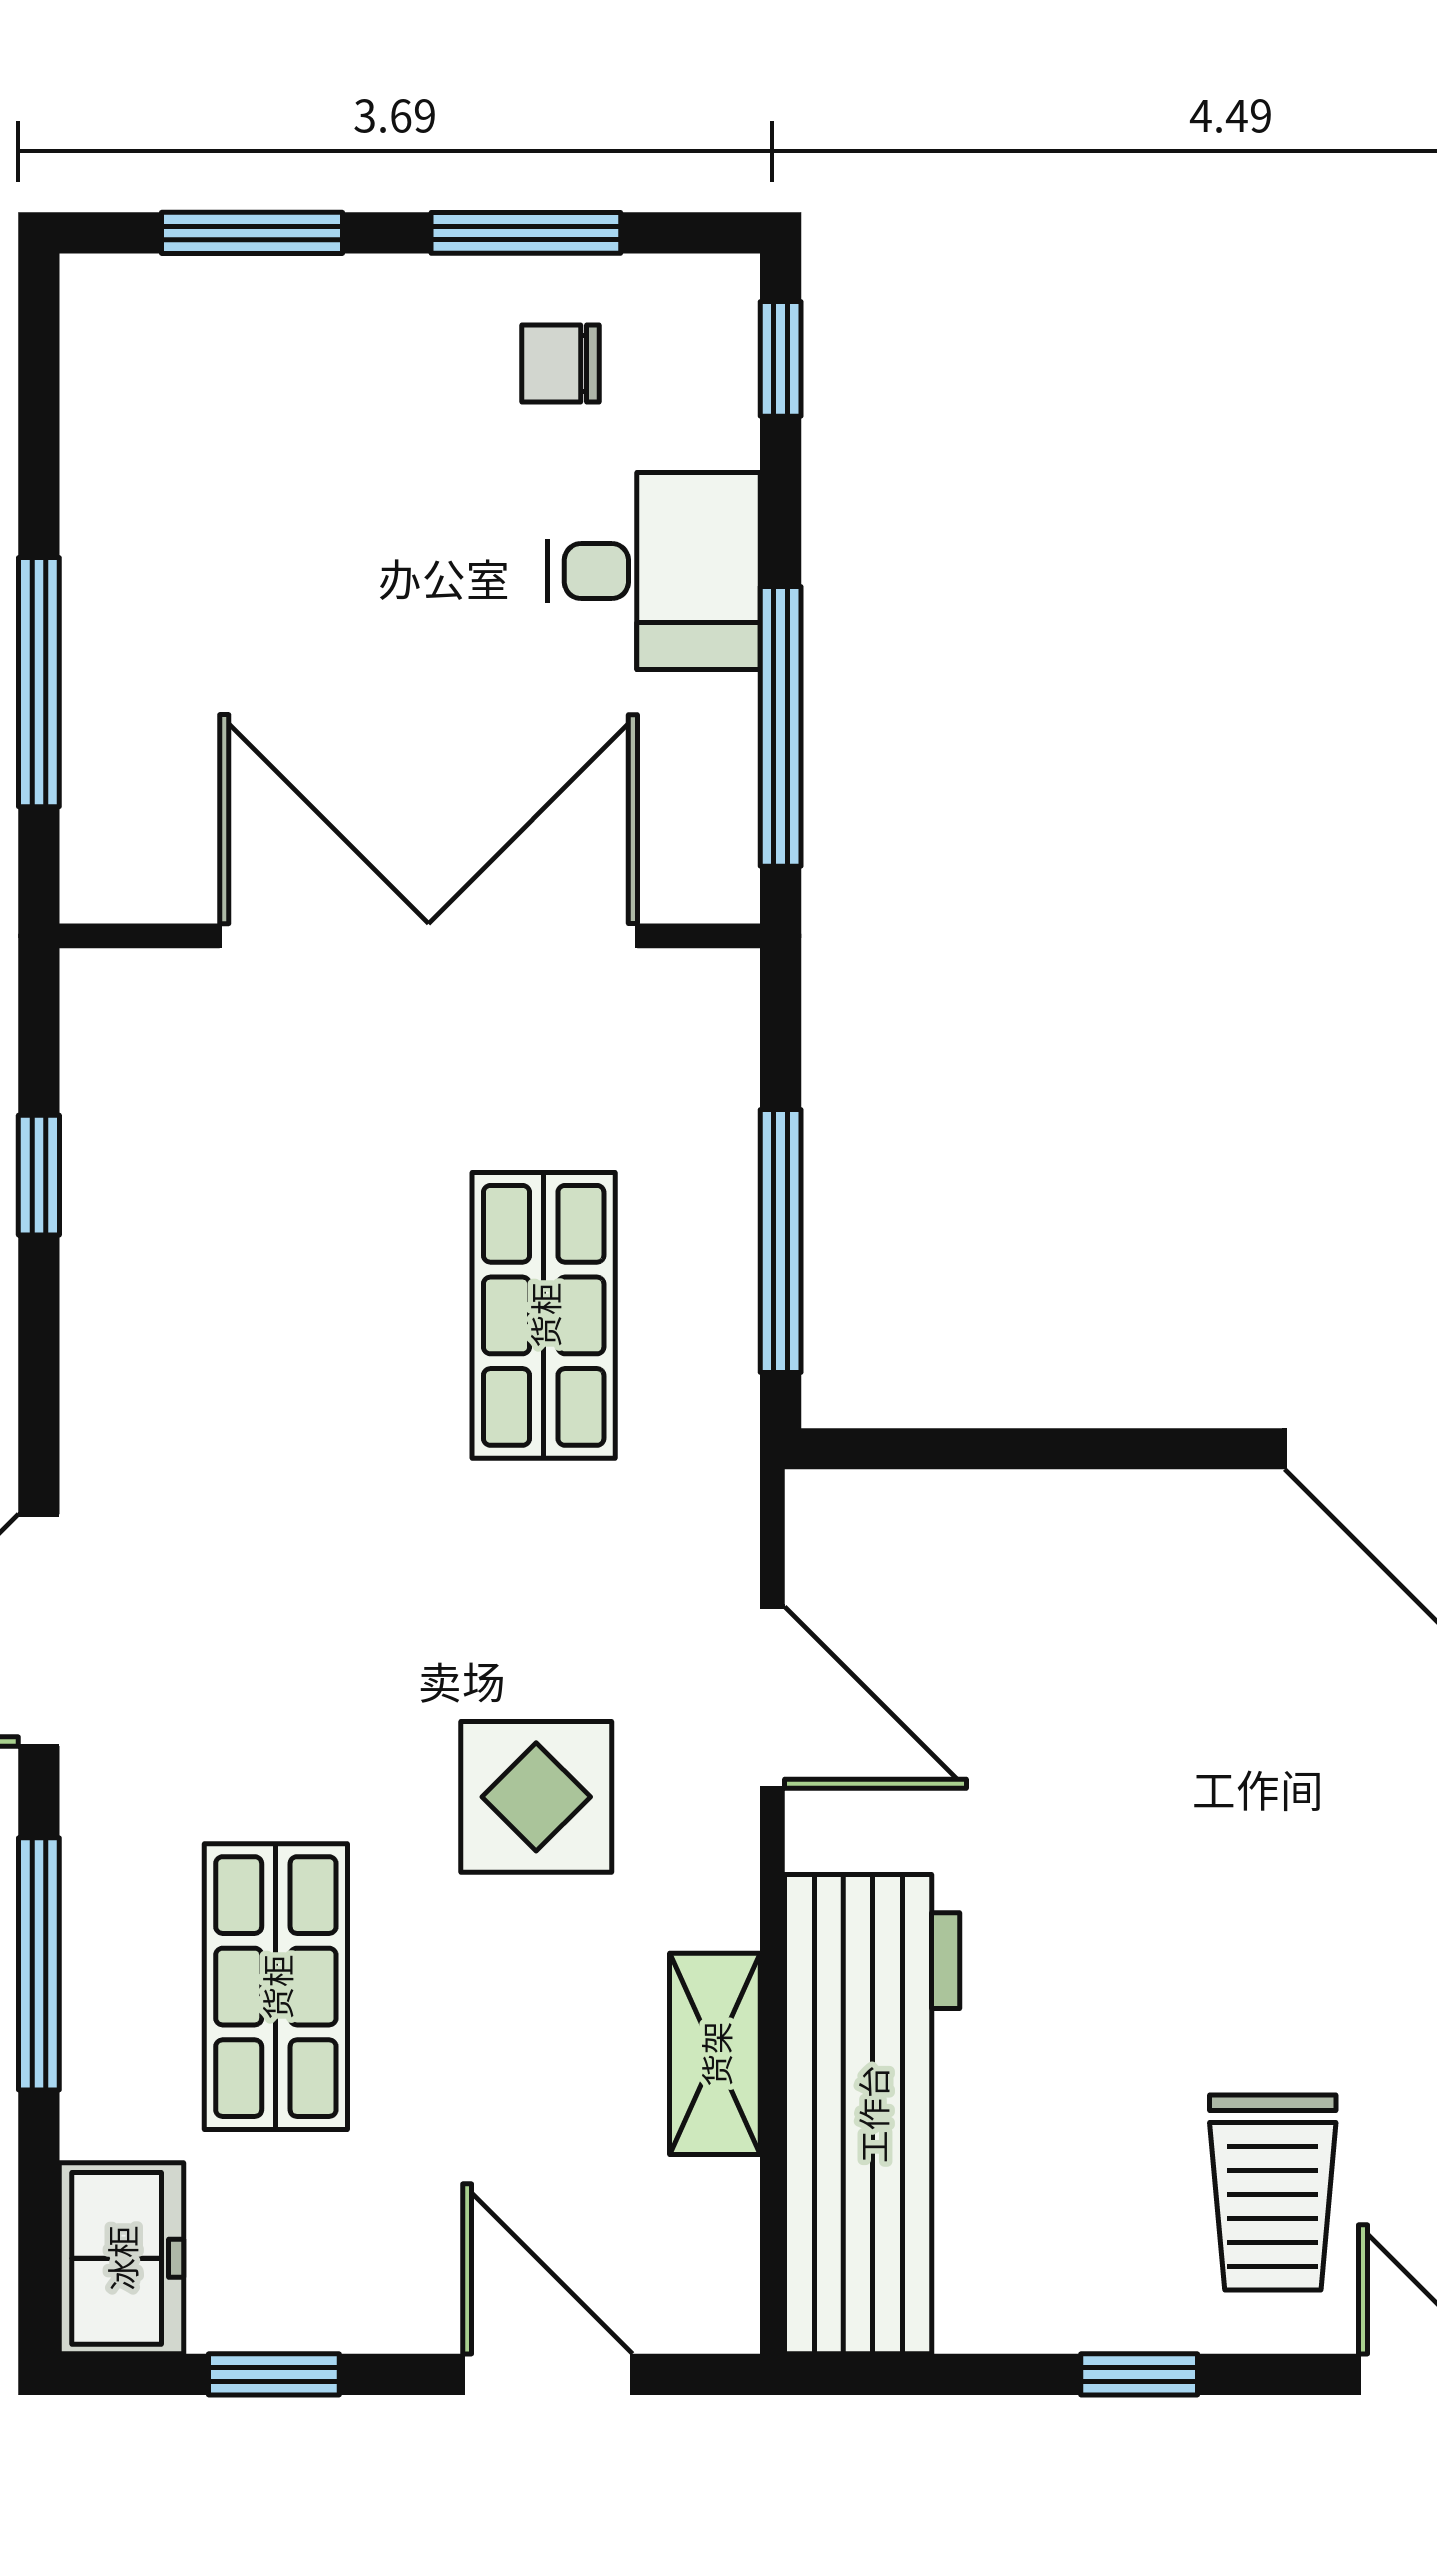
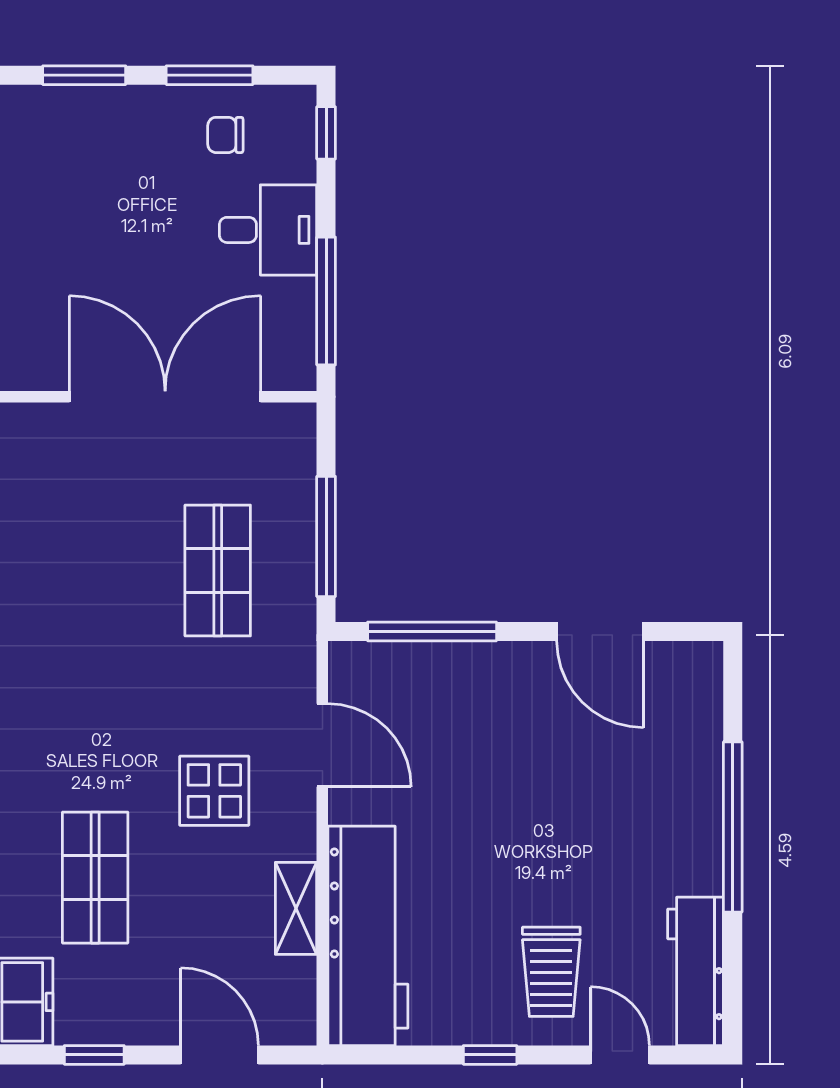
window: (1012, 1449) -> (432, 631), added

